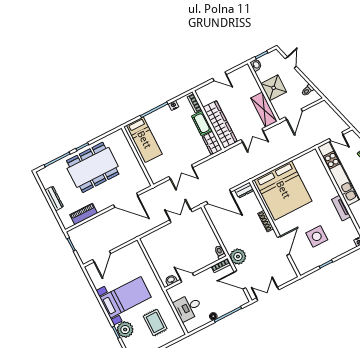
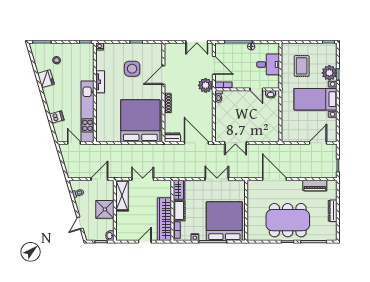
door: (219, 76) -> (145, 242), hinge flipped
wardrobe: (220, 124) -> (164, 219), moved
bed: (144, 140) -> (224, 221), width x2.04

